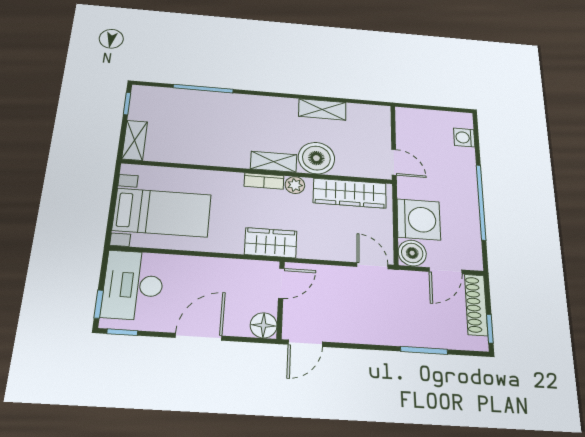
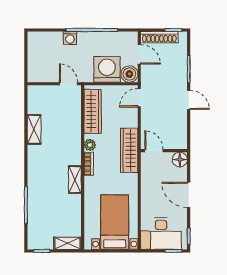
washing machine: (464, 138) -> (70, 38), moved
boiler: (316, 158) -> (70, 132), removed
shelving: (274, 162) -> (75, 180), moved
door: (394, 162) -> (68, 84), hinge flipped
wardrobe: (271, 243) -> (129, 150), width x1.50
door: (305, 343) -> (189, 100), moved

